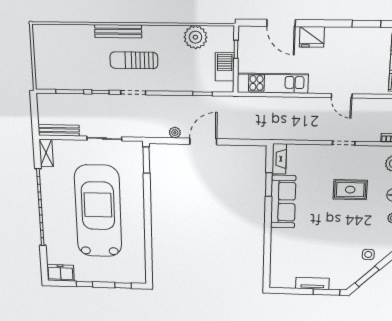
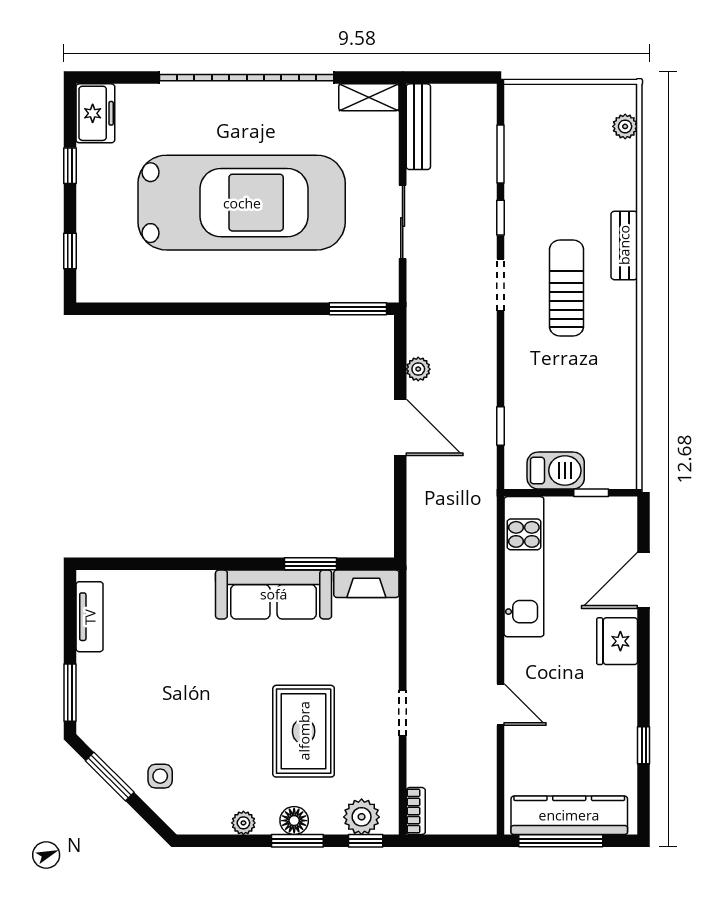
window: (366, 24) -> (644, 745), width x0.67
bench: (118, 31) -> (624, 245), width x0.73
plant: (195, 37) -> (625, 126), moved, width x0.53, depth x0.53
door: (342, 96) -> (500, 704), swing flipped
rug: (350, 190) -> (304, 731), width x1.36, depth x1.43
tv unit: (312, 283) -> (90, 617), moved

